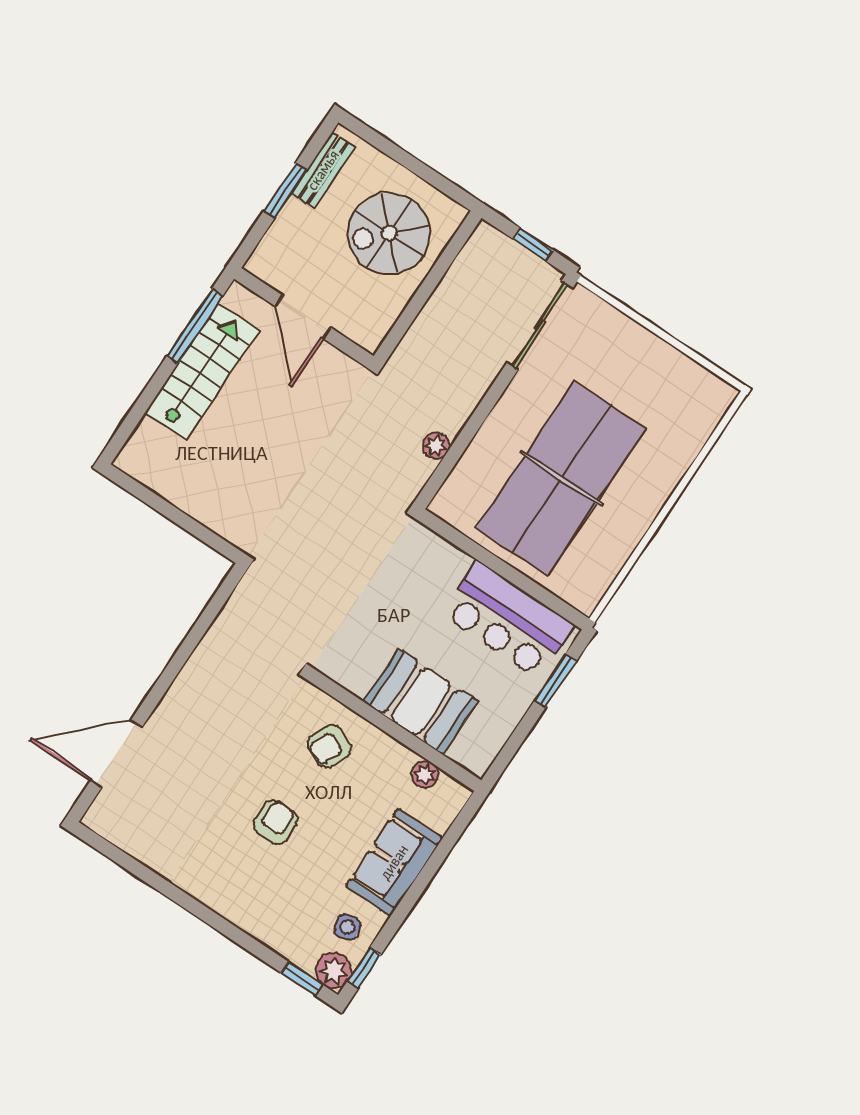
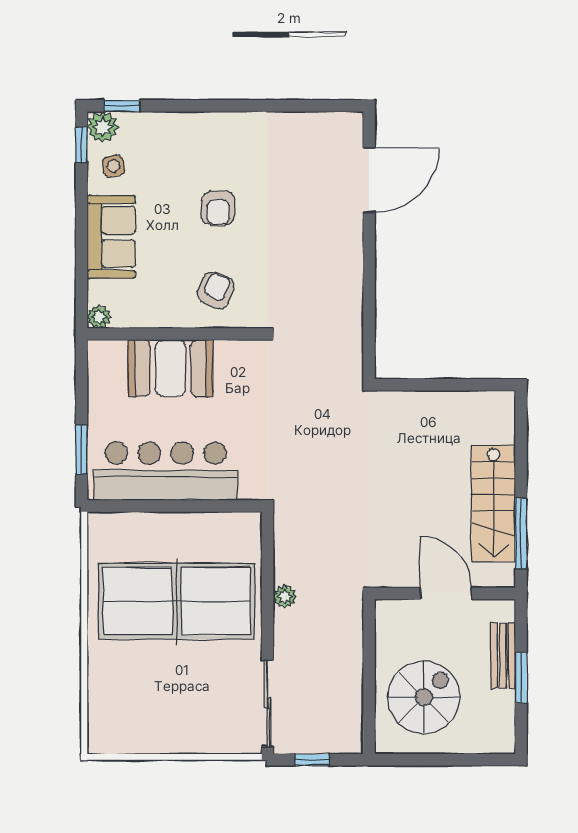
bench: (323, 170) -> (503, 655), moved
plant: (436, 446) -> (285, 597), moved
table tennis table: (561, 478) -> (177, 601), turned 90
bar counter: (508, 620) -> (166, 471), width x1.36
plant: (425, 774) -> (99, 317), moved

